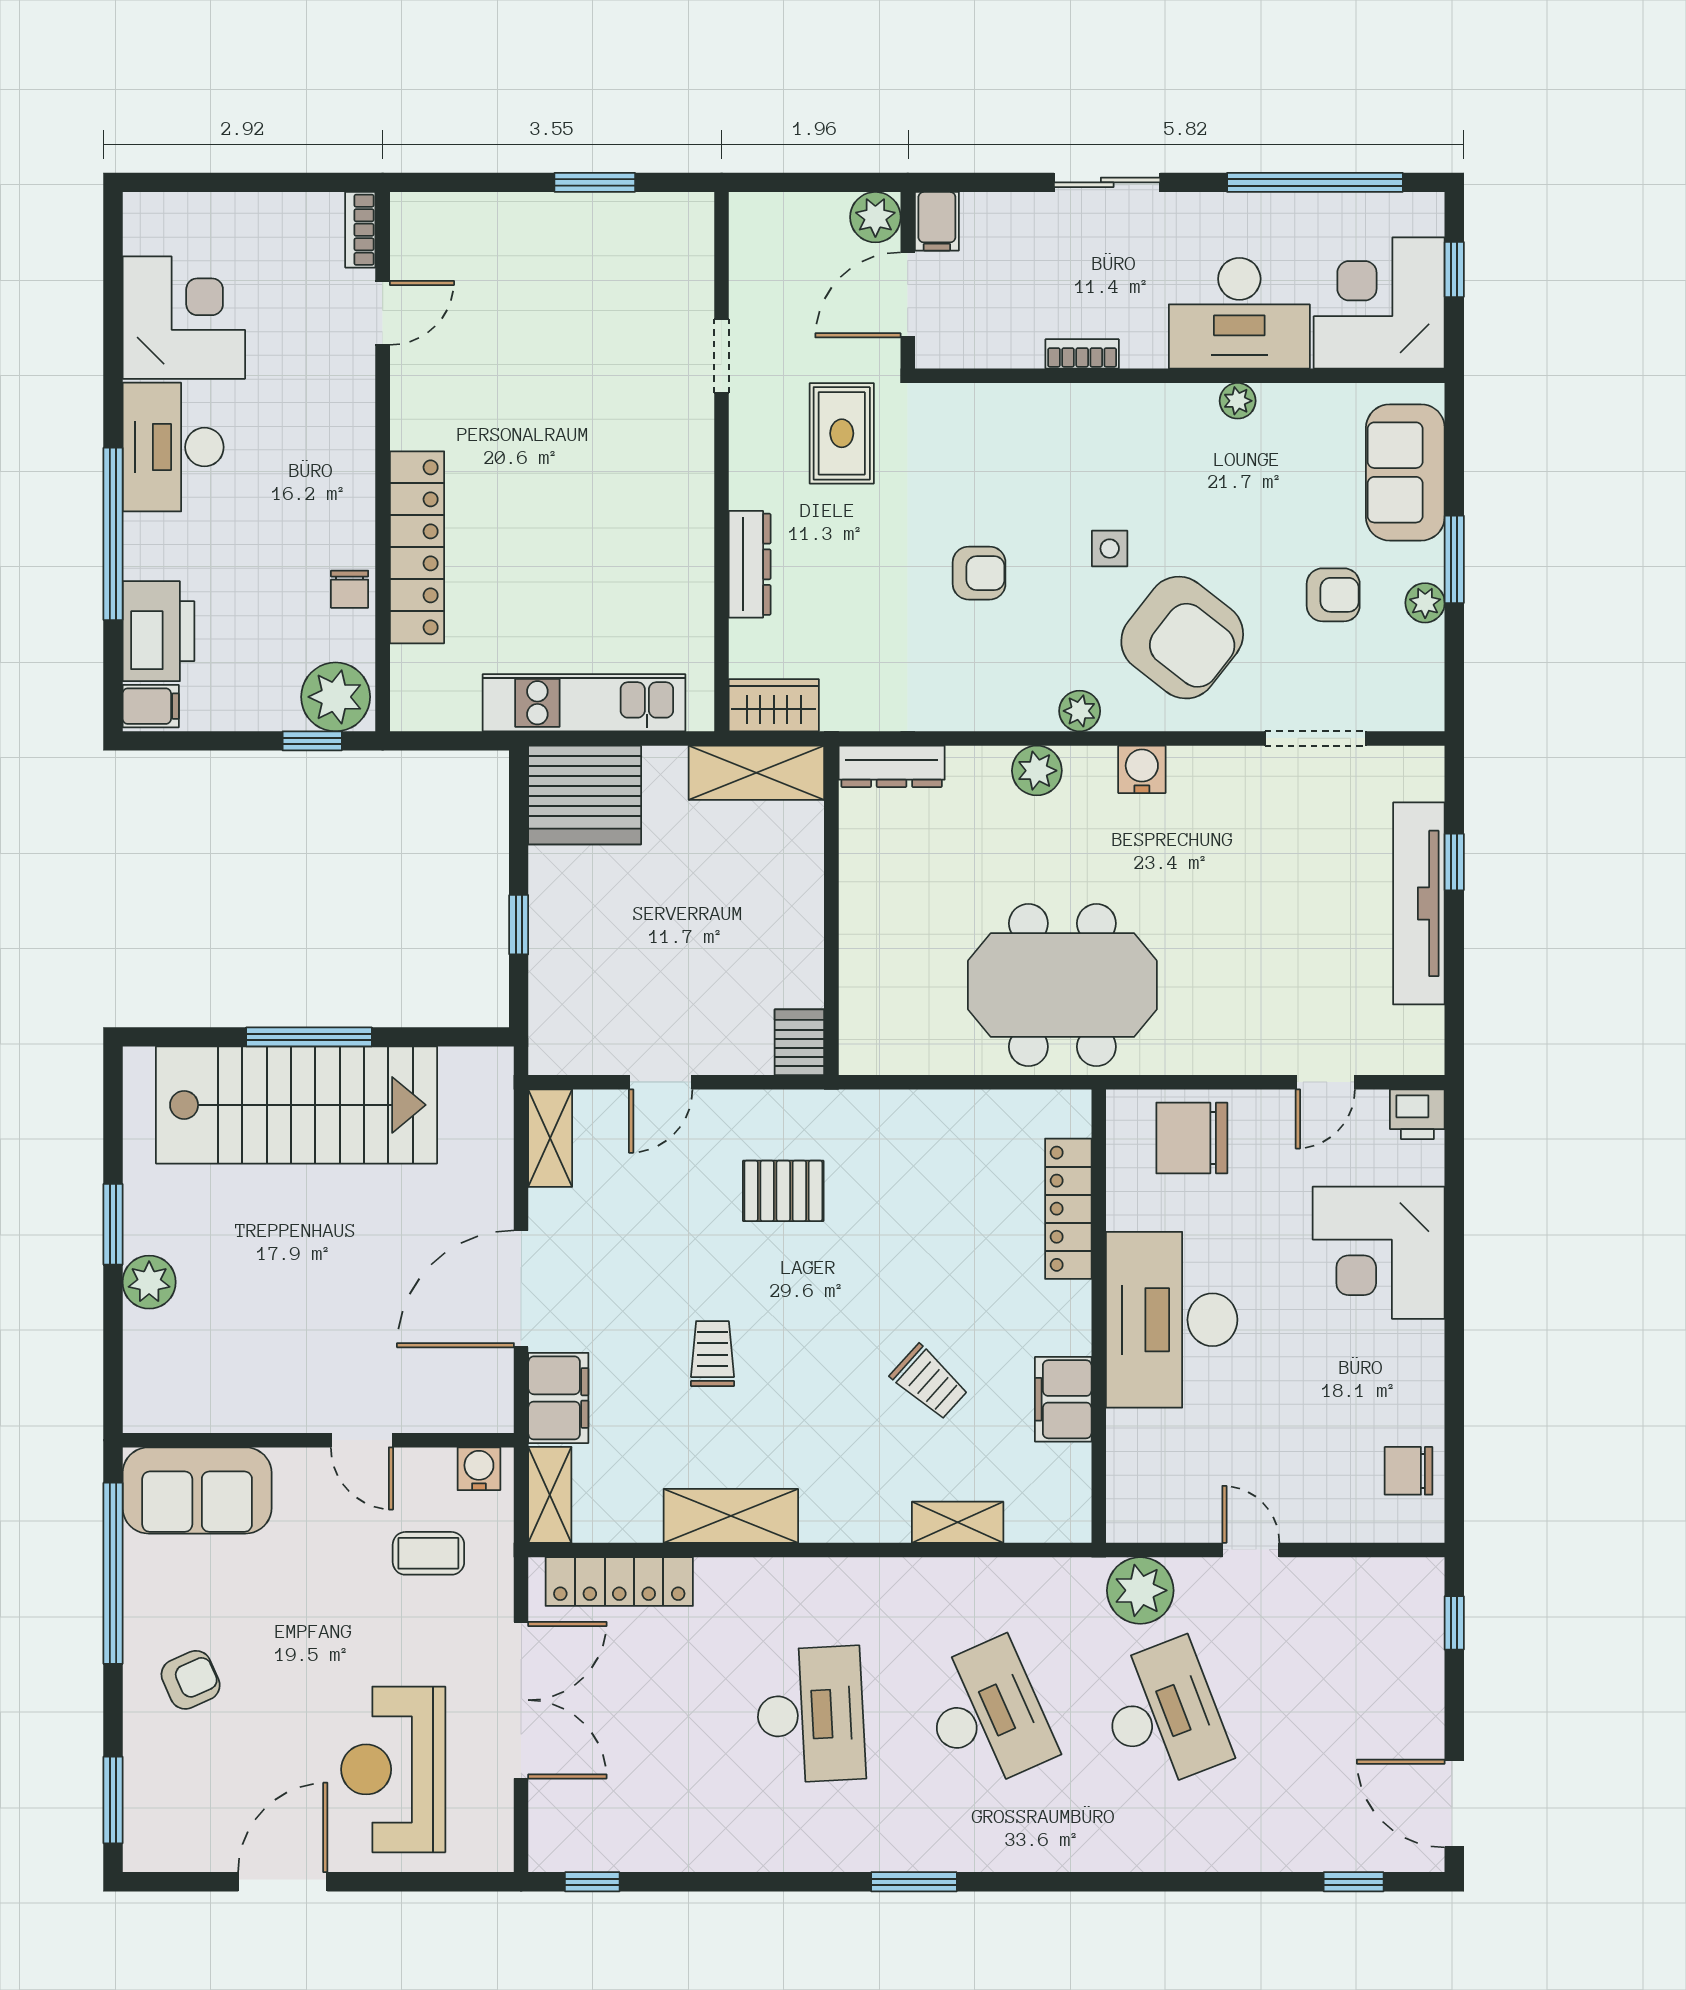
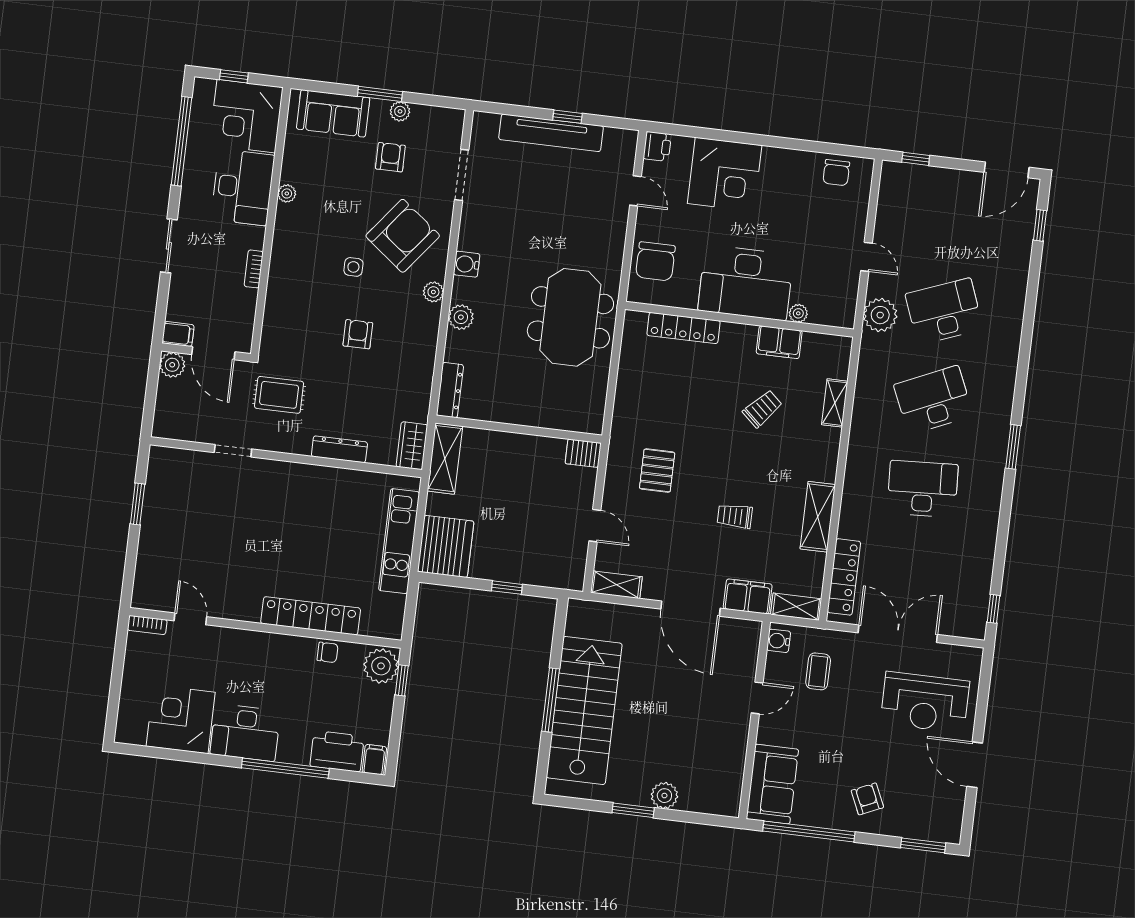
window: (1454, 862) -> (567, 117), moved
plant: (1124, 1430) -> (798, 313), added
door: (1251, 1550) -> (867, 257), swing flipped

